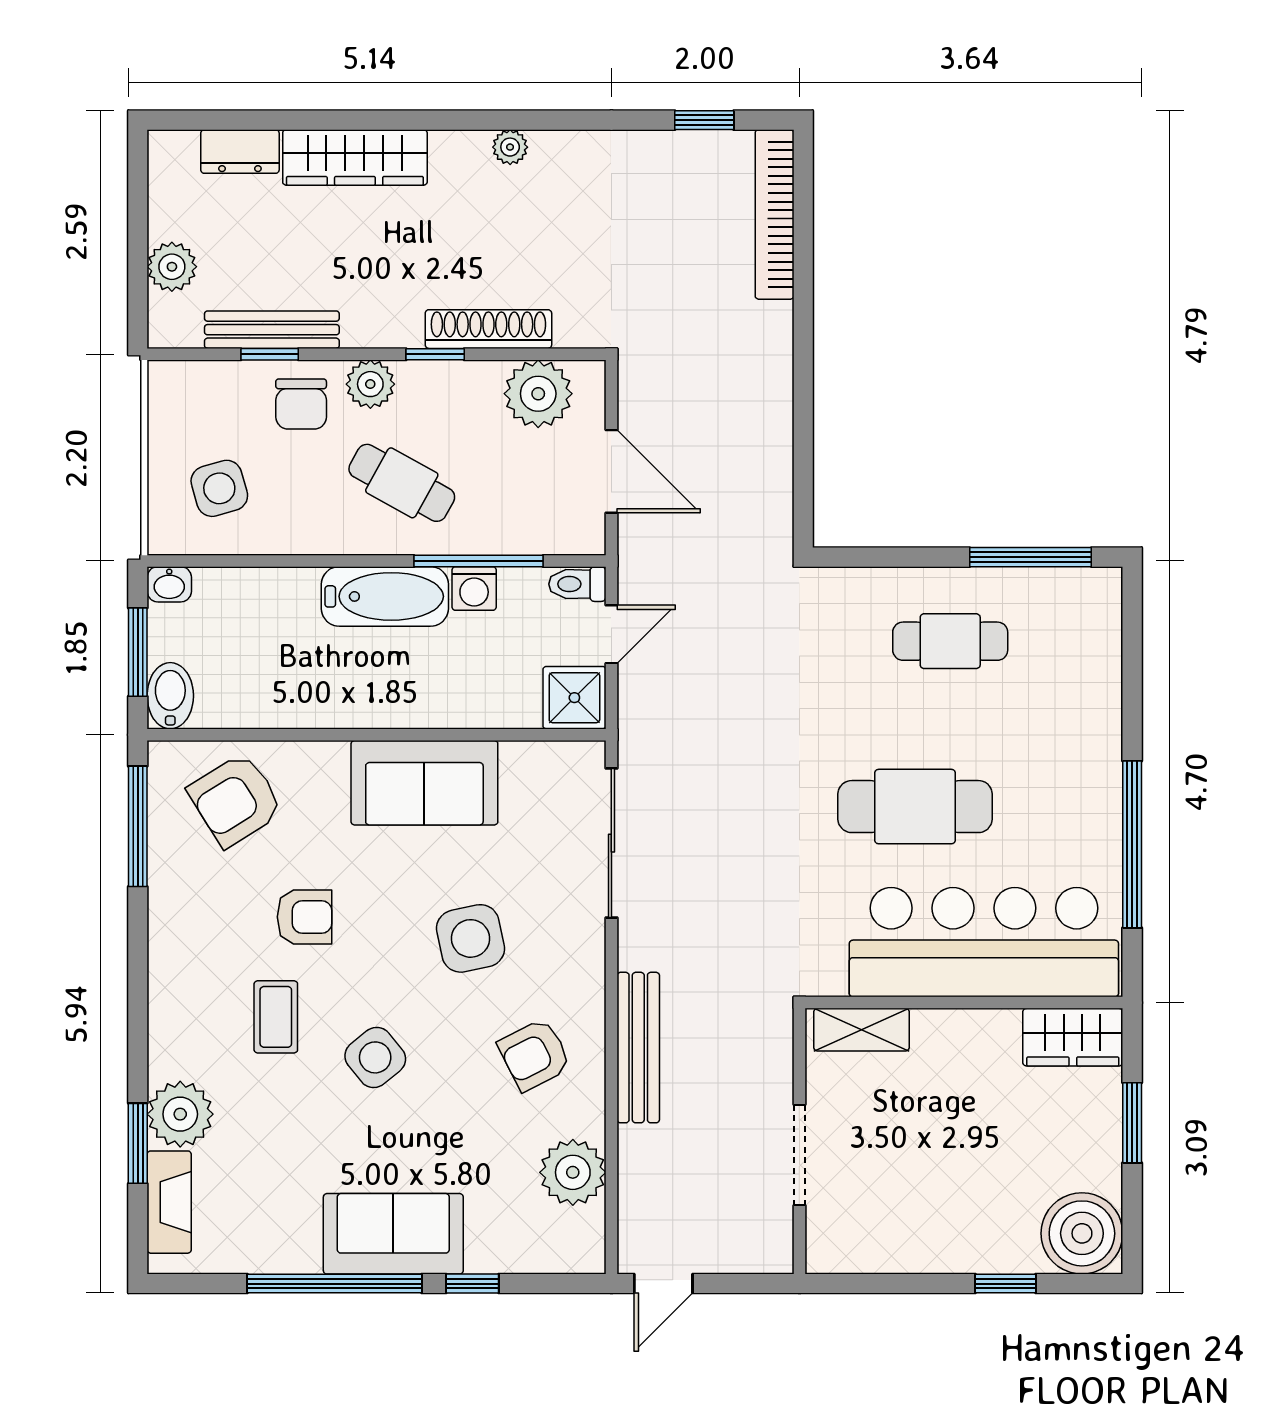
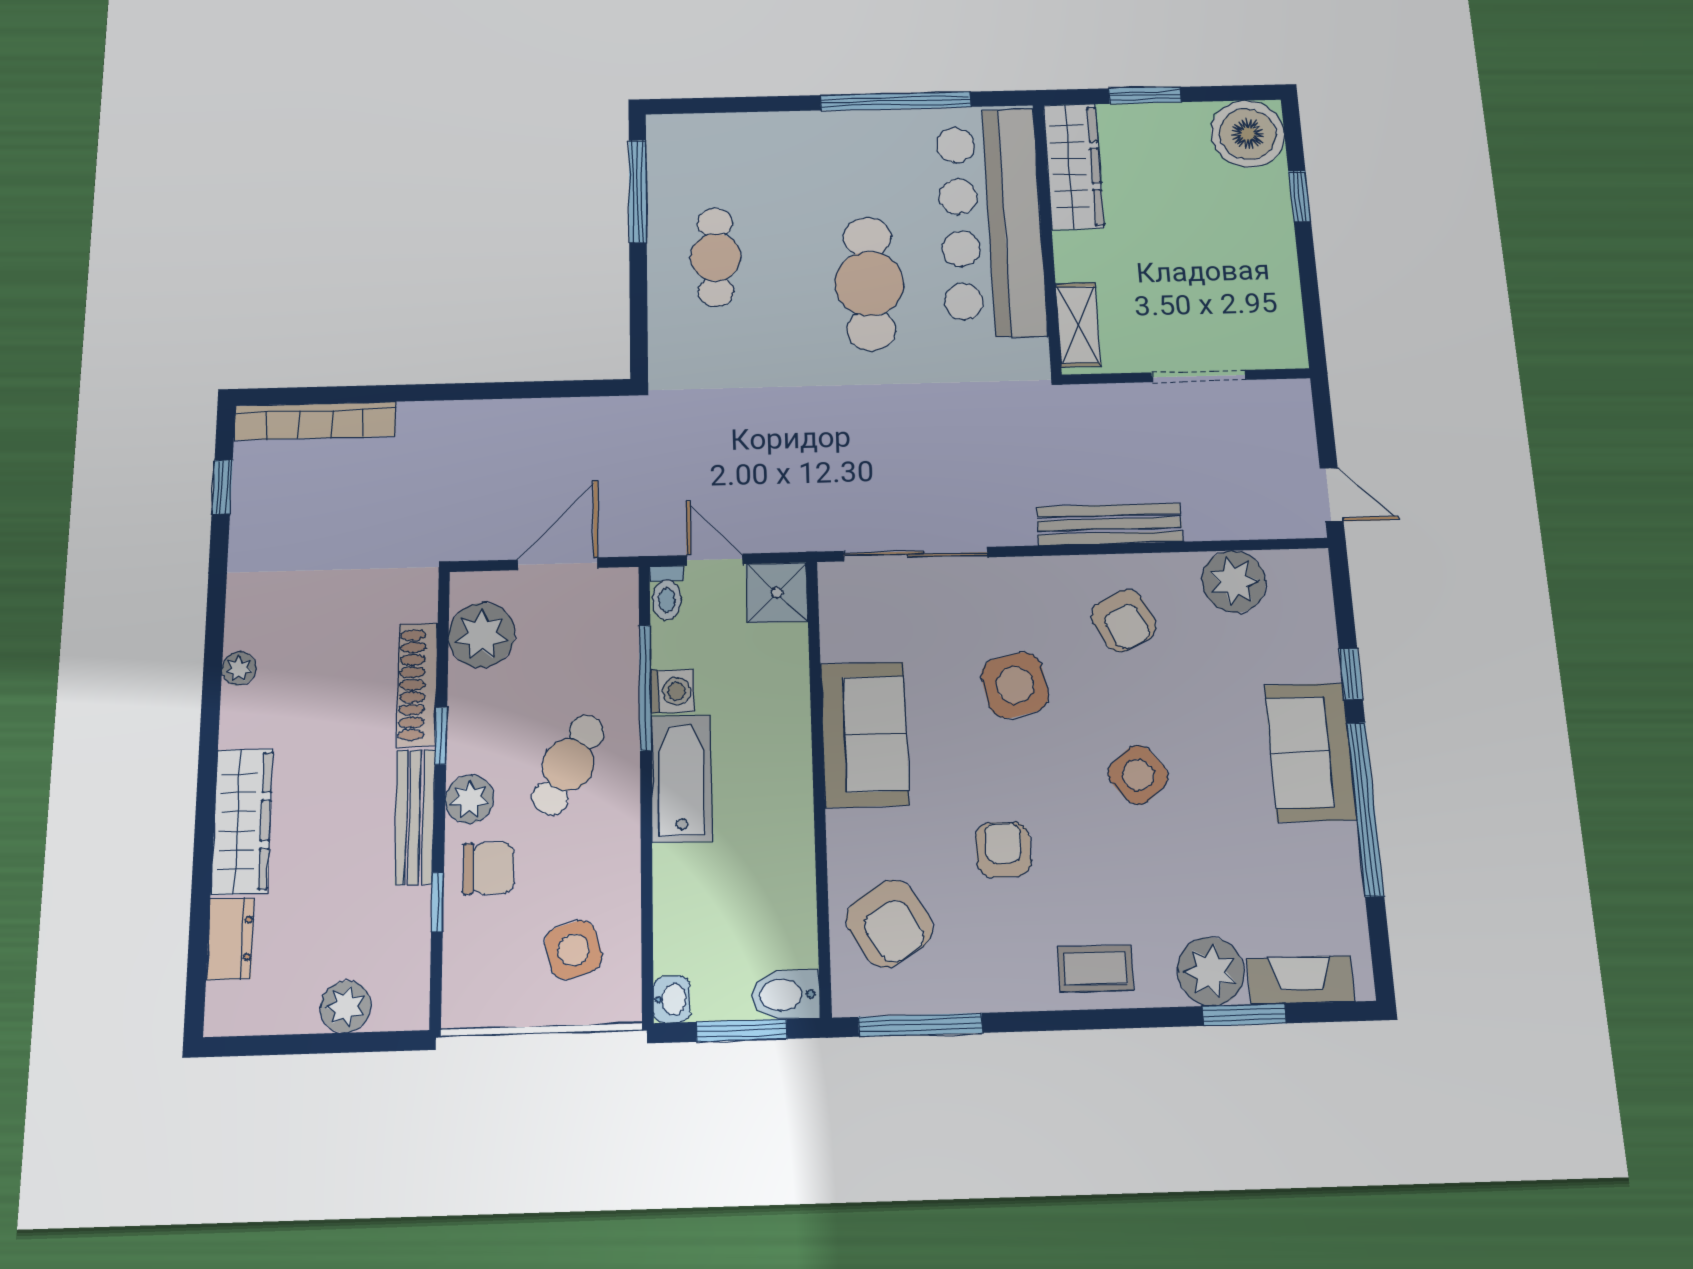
bench: (272, 330) -> (415, 817), moved
coffee table: (276, 1017) -> (1095, 969), moved
wardrobe: (1073, 1037) -> (1073, 166), width x1.50

